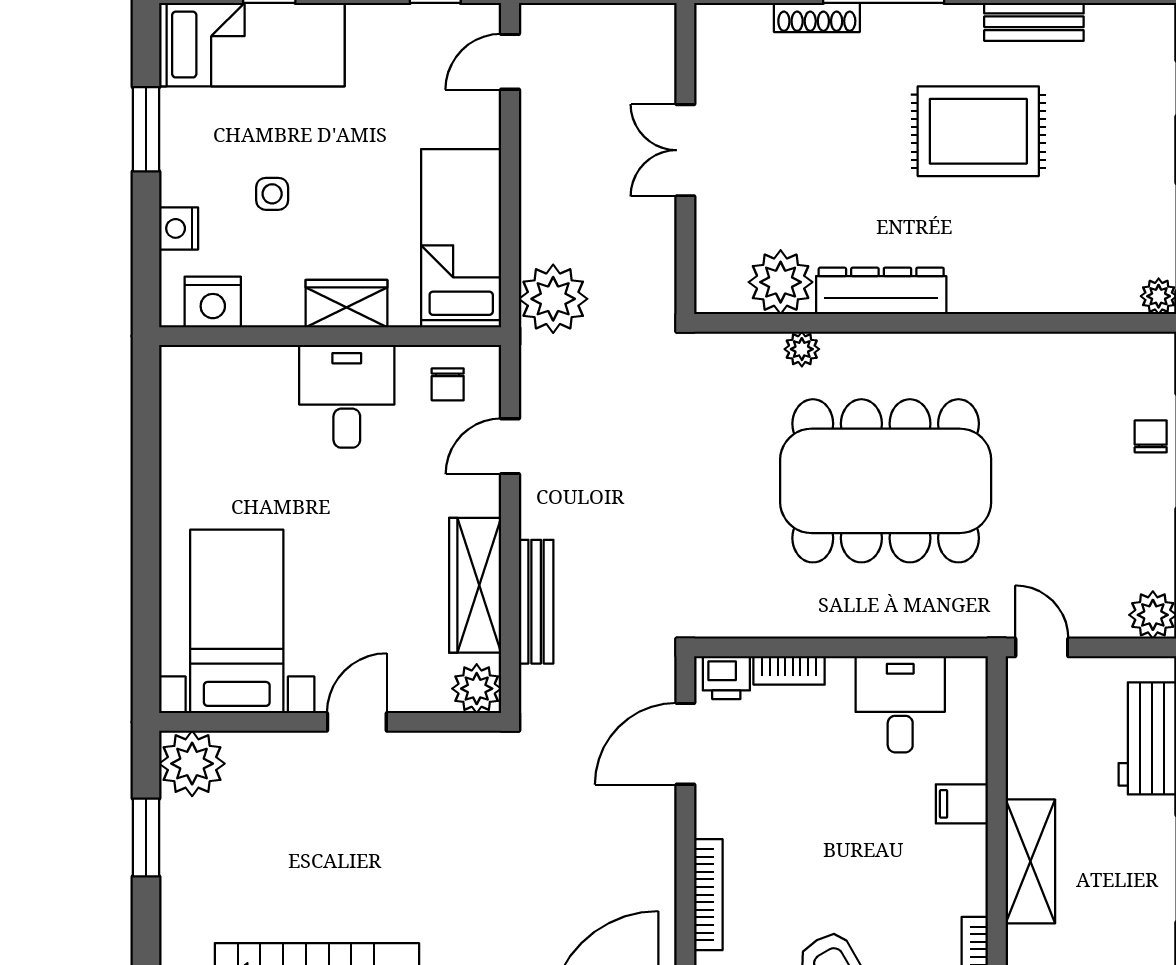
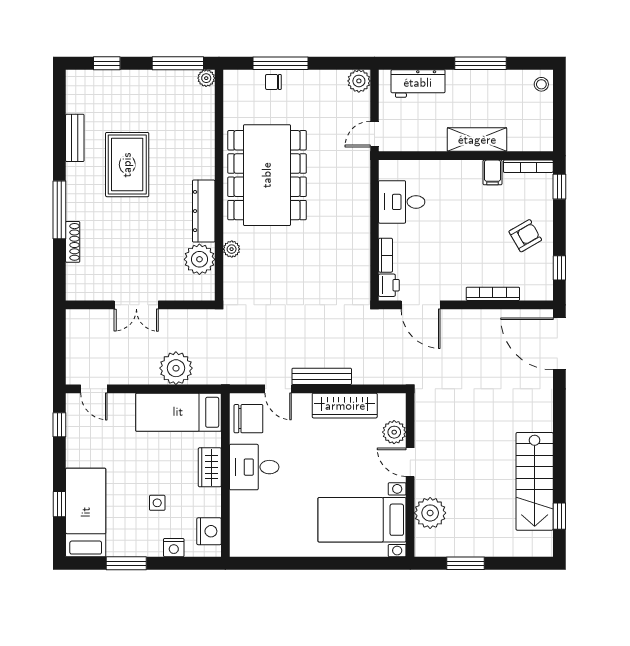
plant: (553, 299) -> (176, 368), moved
chair: (448, 384) -> (248, 419), width x1.87, depth x1.87
dining table: (886, 481) -> (267, 175), moved
bench: (536, 602) -> (322, 376), moved
plant: (477, 689) -> (394, 432), moved
plant: (192, 764) -> (430, 513), moved
filing cabinet: (962, 804) -> (493, 172), moved

